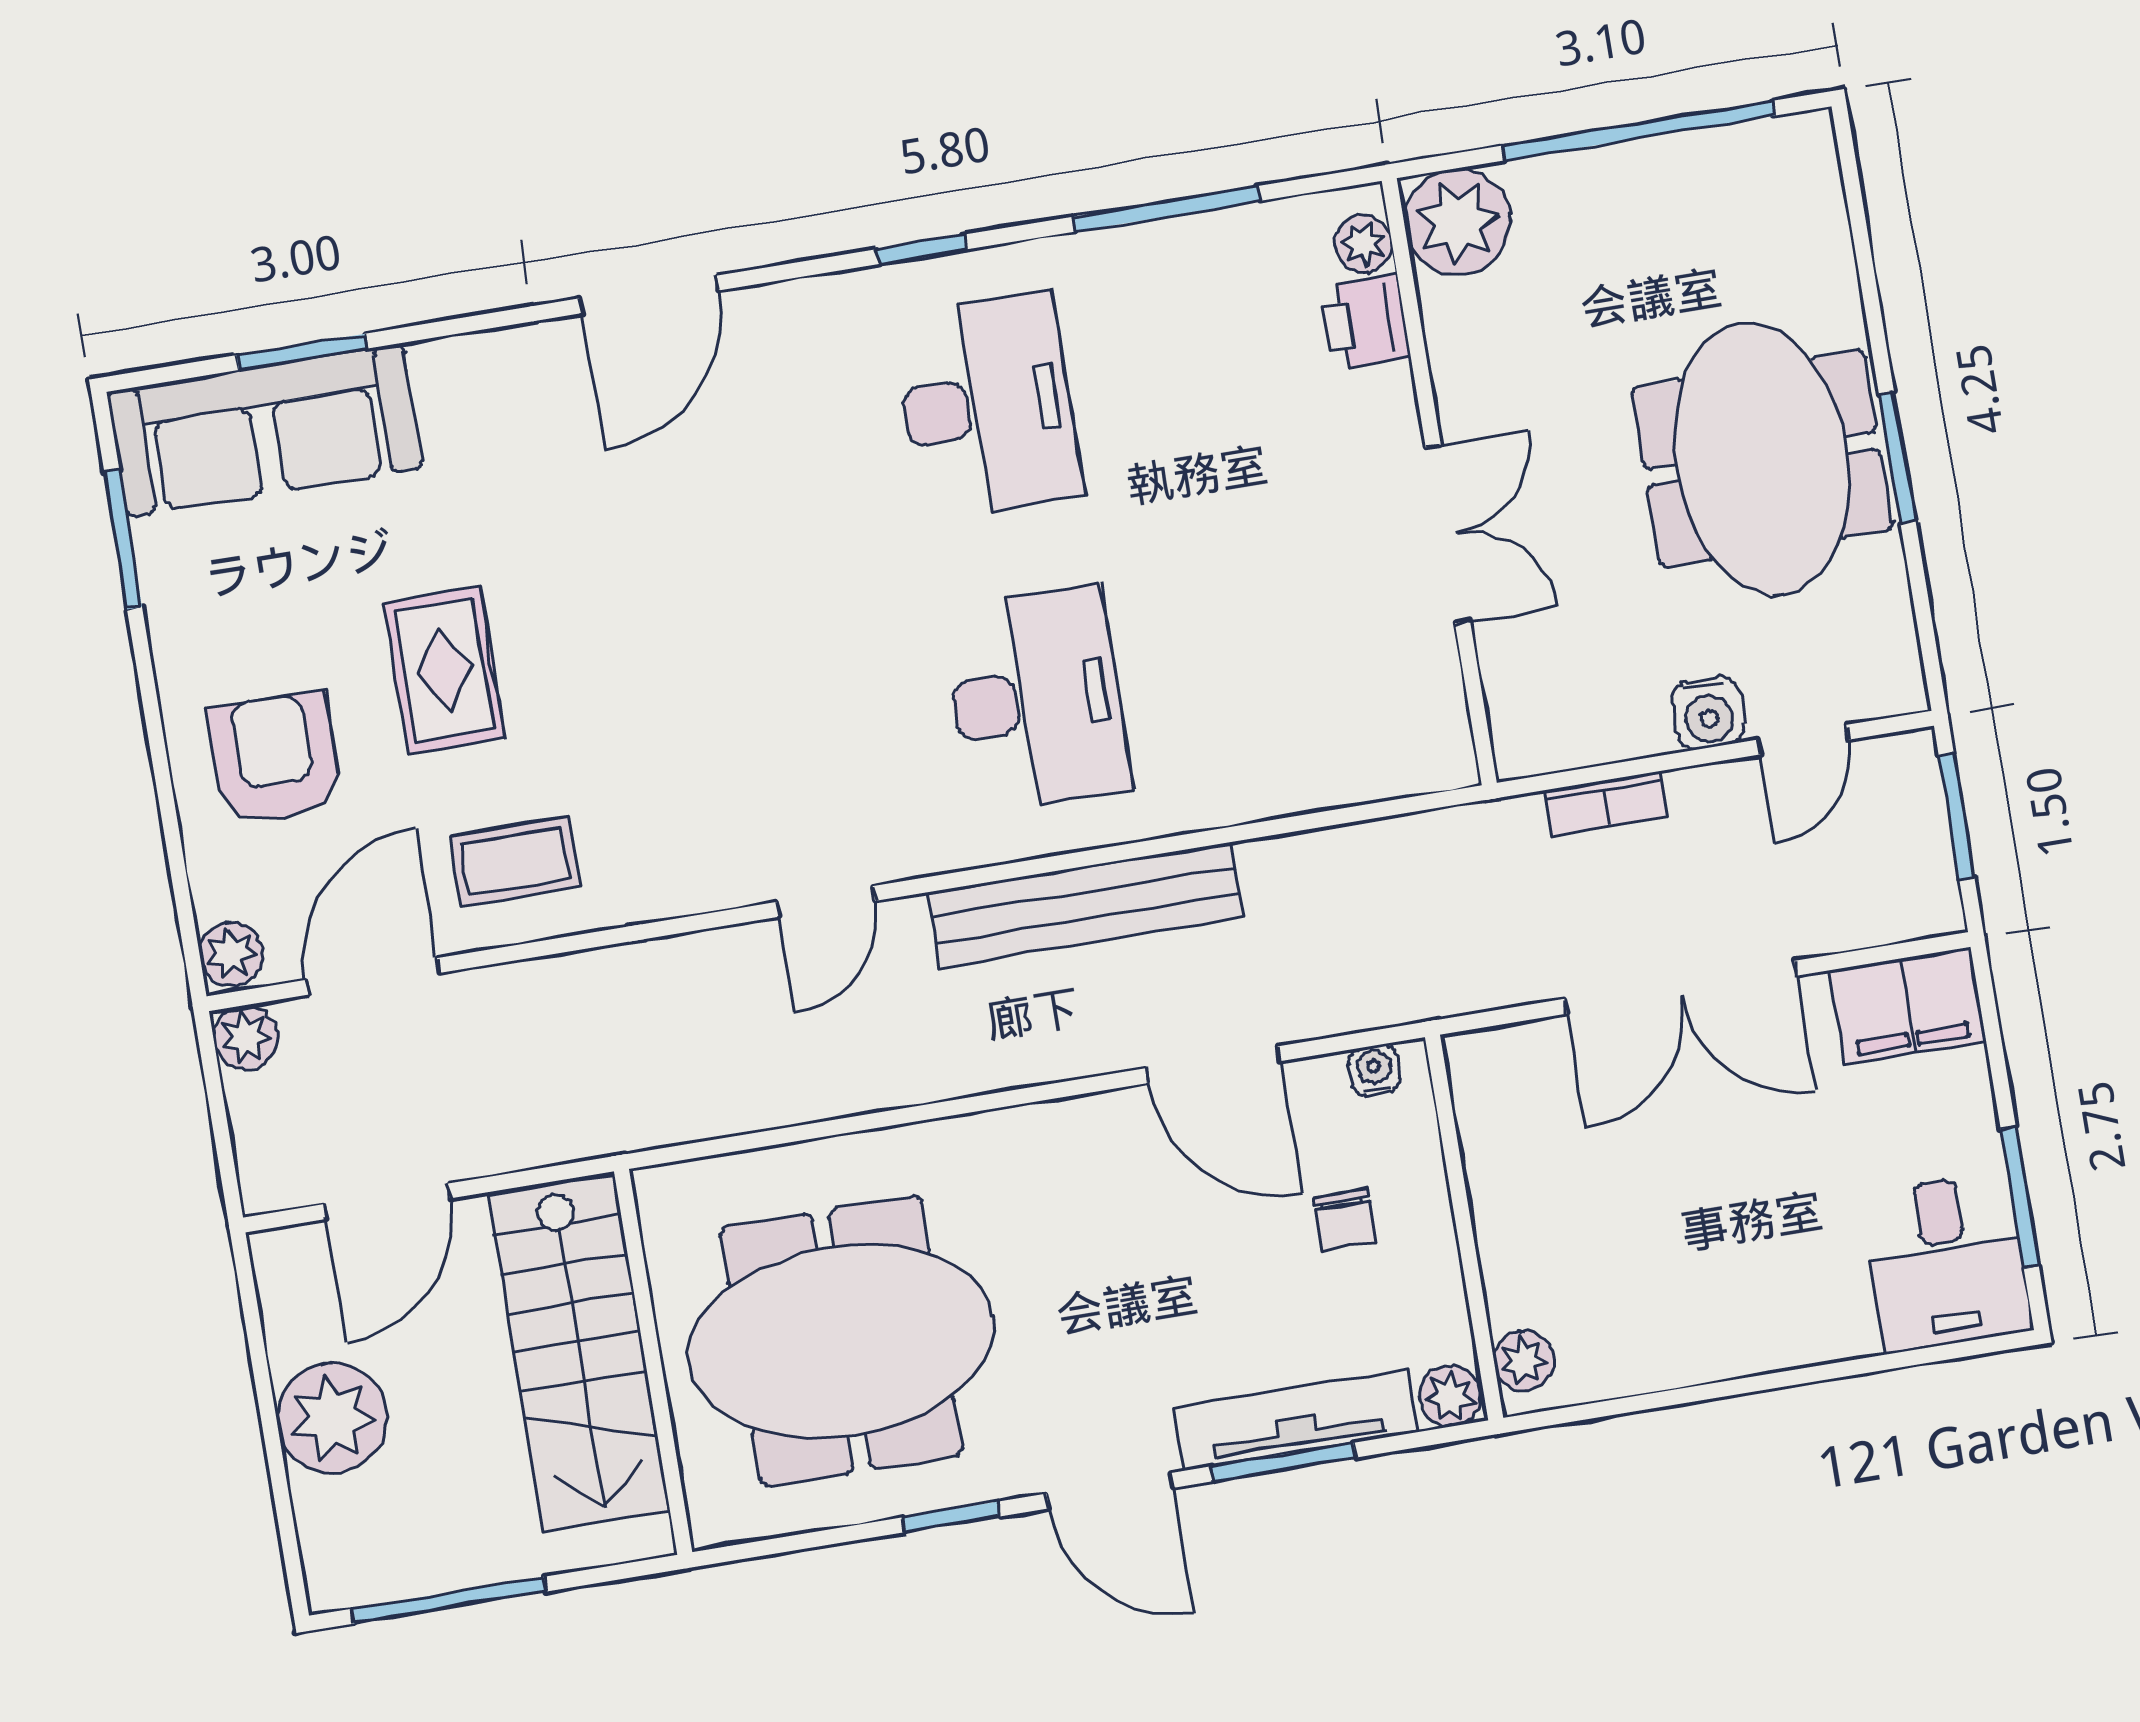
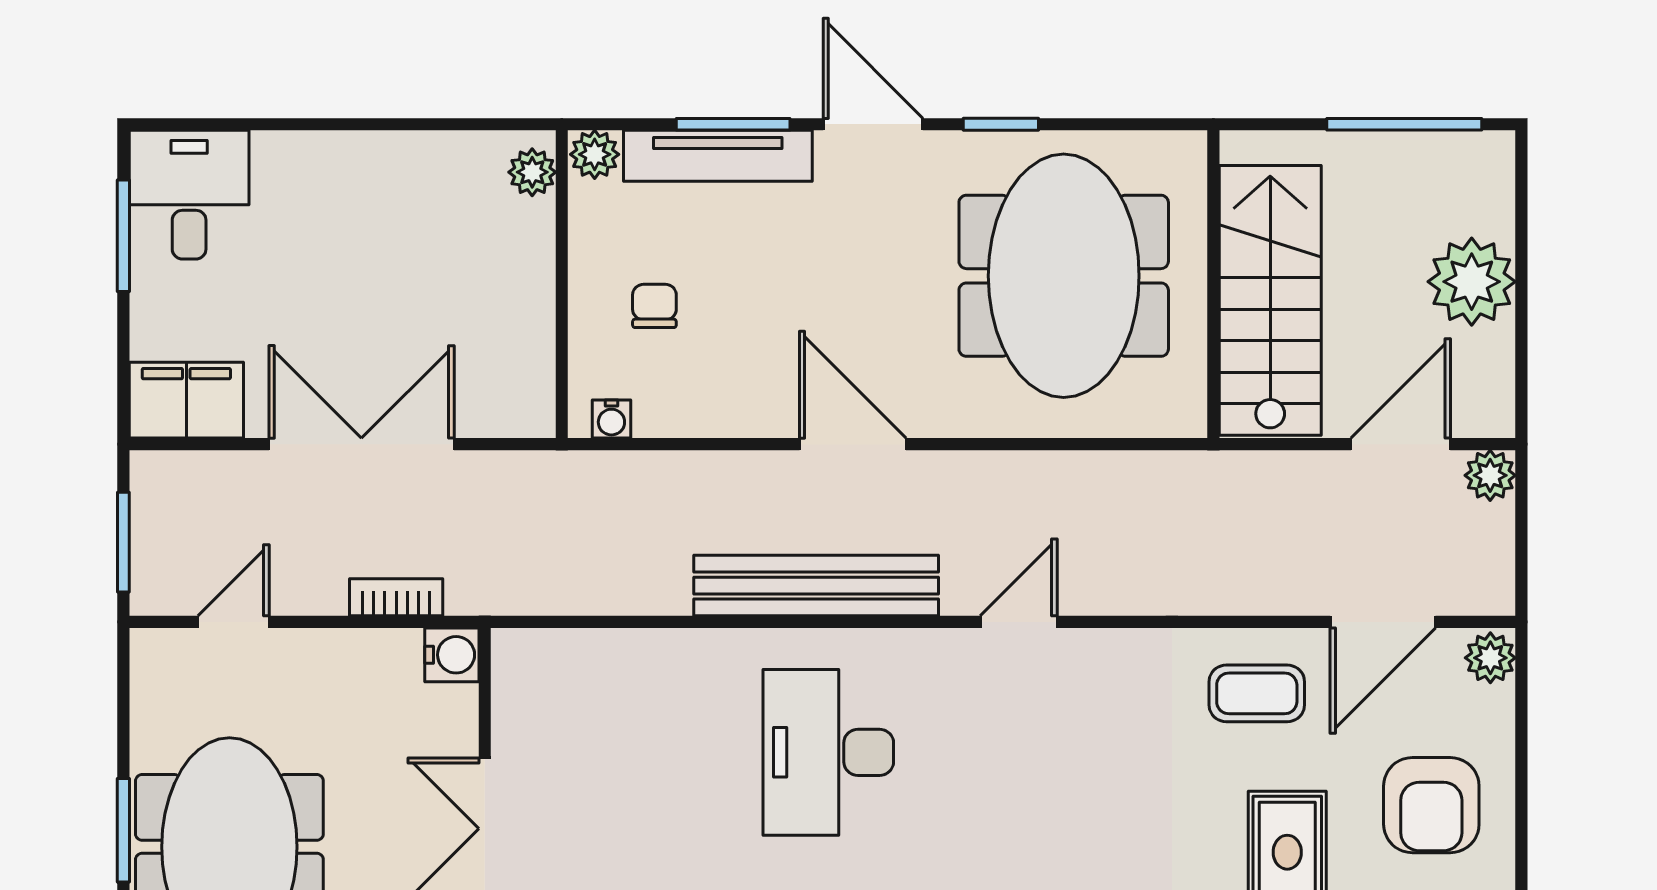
water cooler: (1708, 713) -> (452, 655), moved, turned 90
plant: (245, 1037) -> (1490, 475), moved
door: (1213, 1065) -> (853, 444), moved
meeting table: (841, 1341) -> (1064, 276), turned 90

